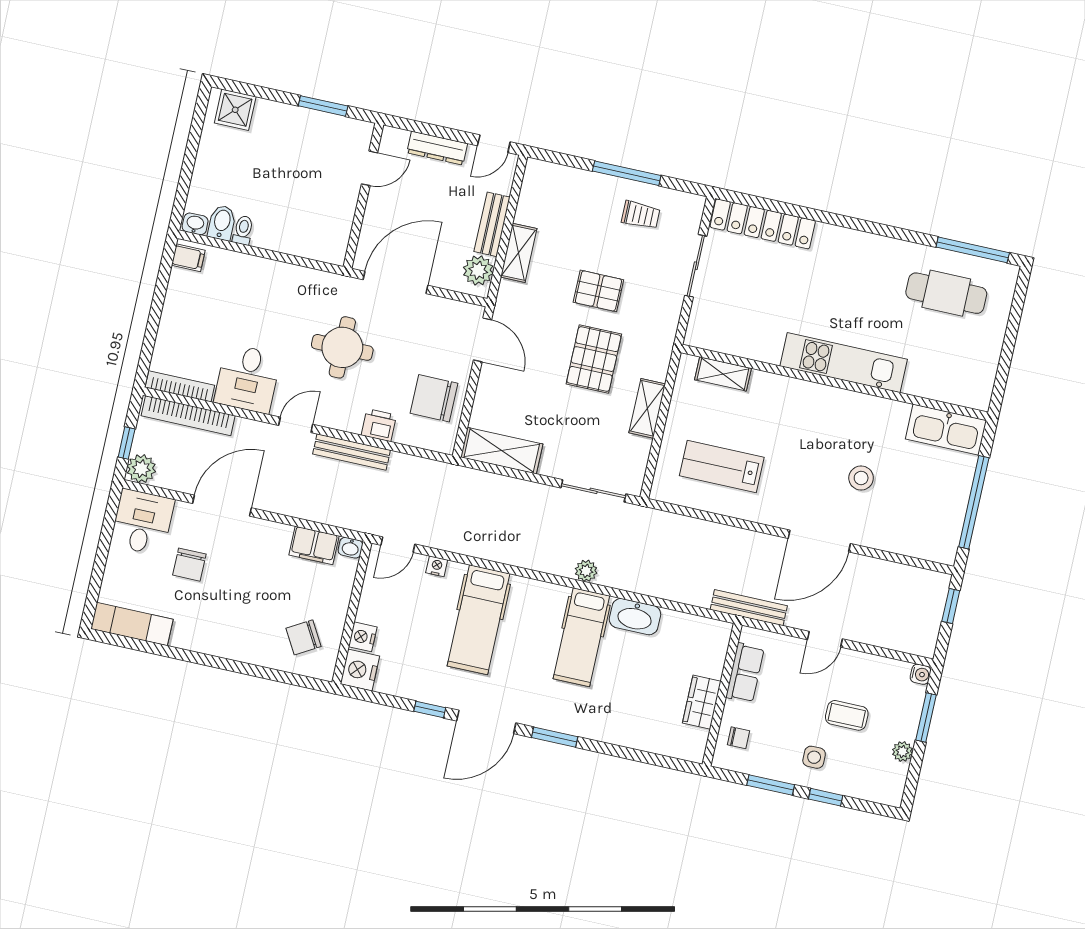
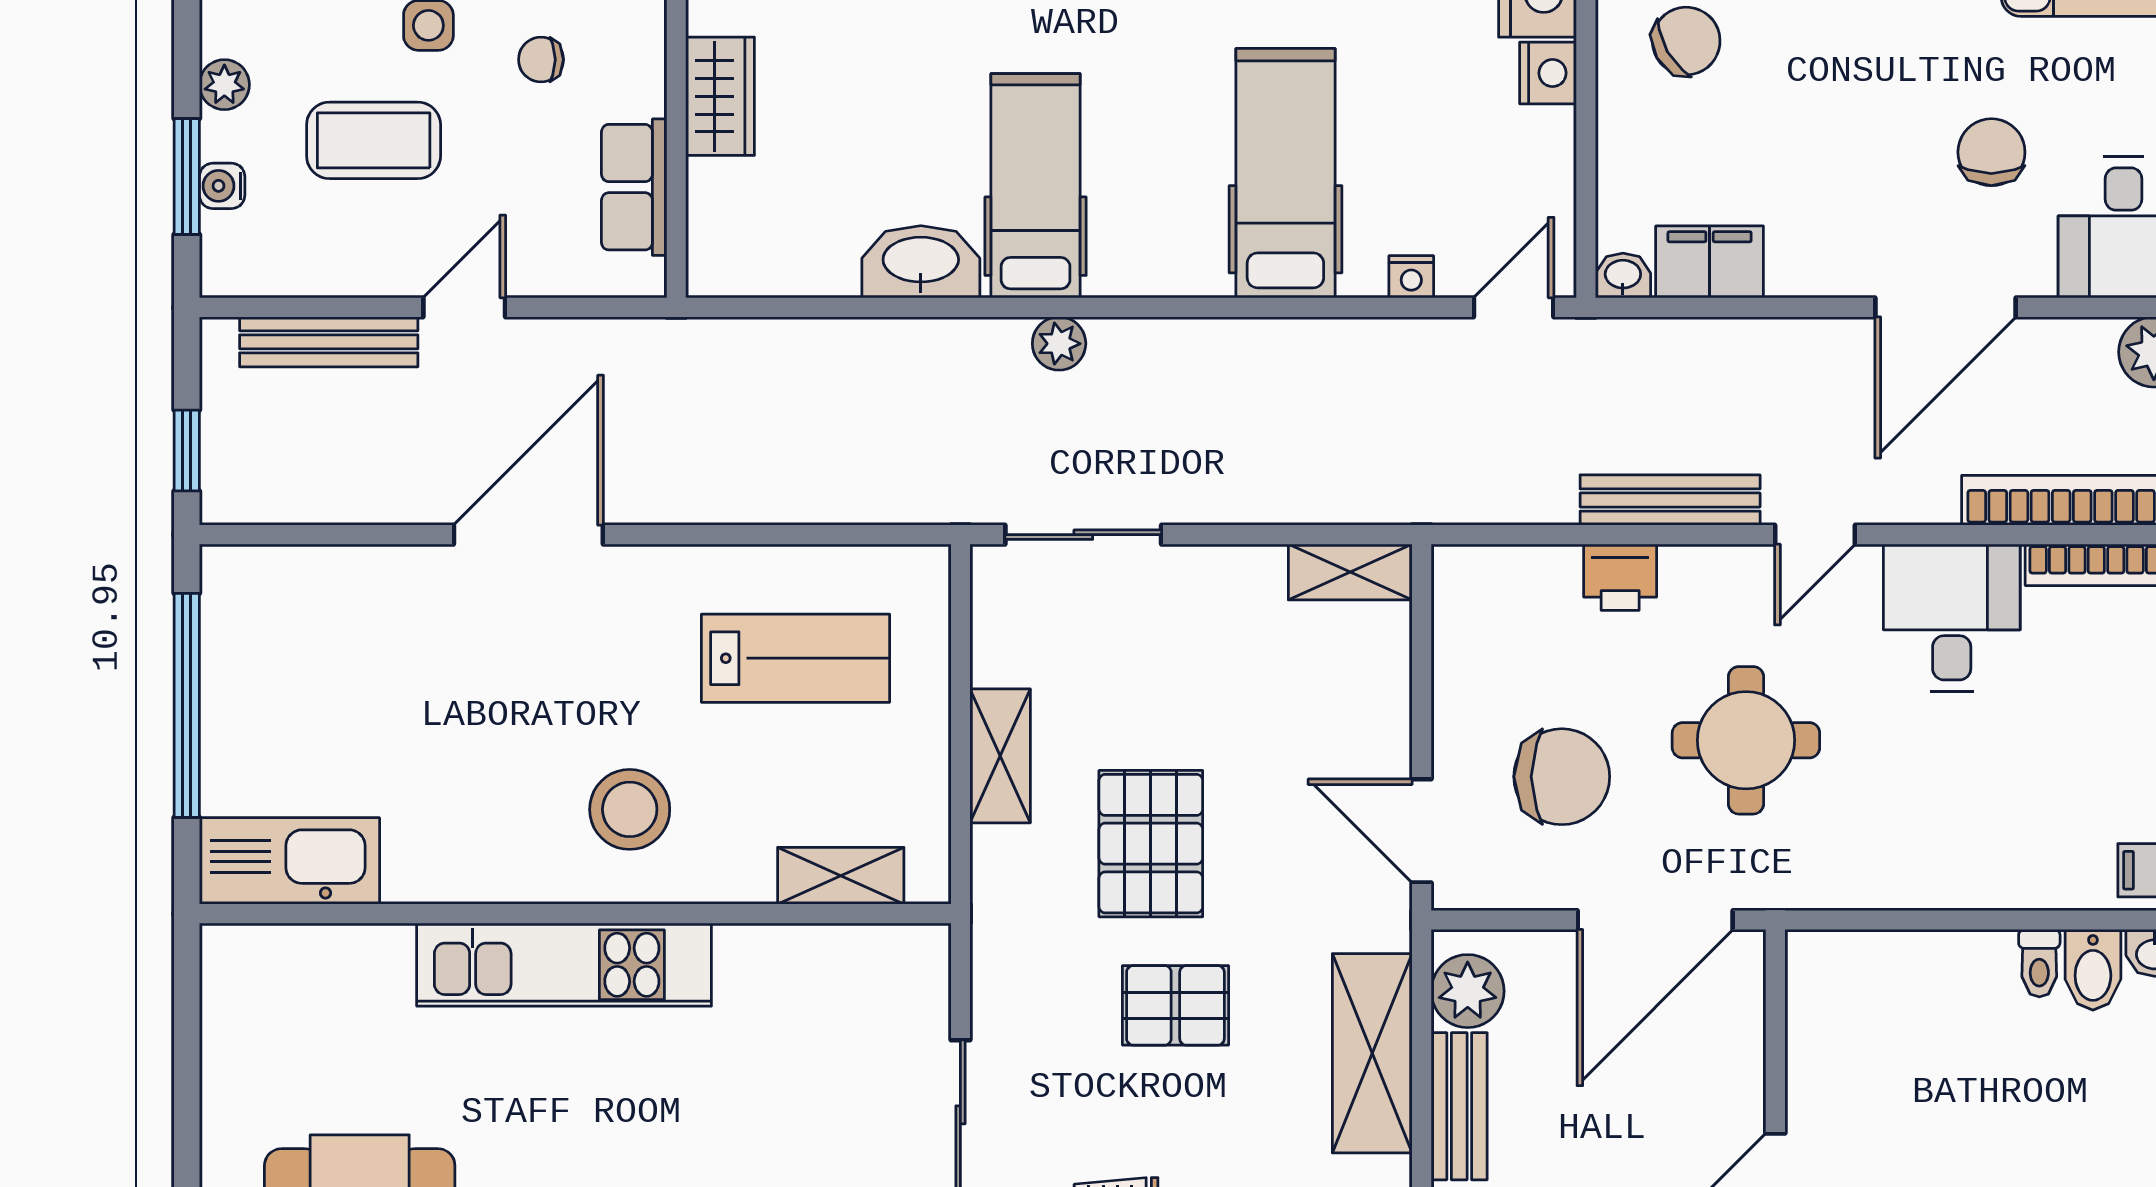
shelving: (519, 253) -> (1372, 1053), width x1.50, depth x1.33
chair: (434, 398) -> (1562, 777), moved
shelving: (502, 451) -> (1350, 572), width x0.67, depth x0.75
stool: (861, 478) -> (630, 809), moved, width x1.38, depth x1.38
bench: (749, 608) -> (329, 342), moved
water cooler: (921, 674) -> (222, 186), moved
coffee table: (847, 715) -> (374, 140), width x1.36, depth x1.30
chair: (739, 738) -> (541, 60), moved

